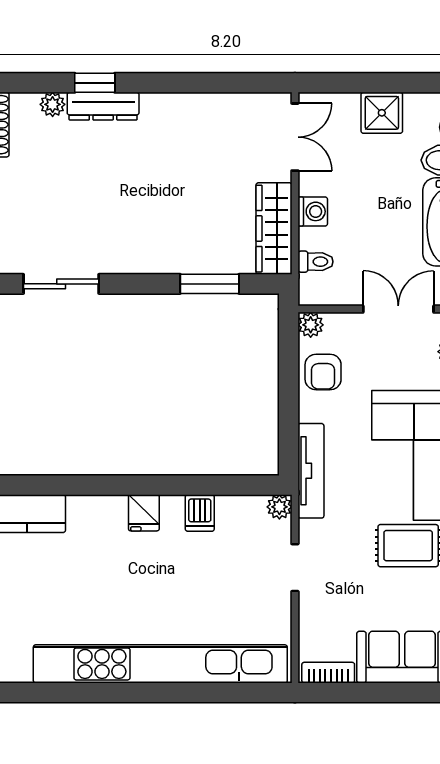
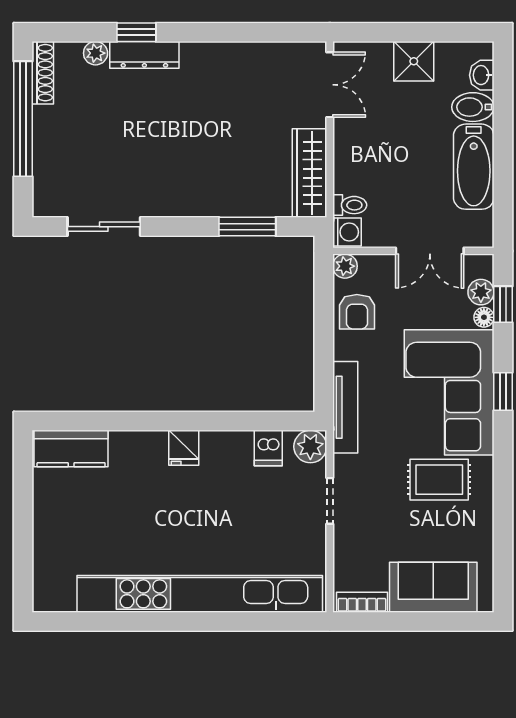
washing machine: (313, 211) -> (347, 232), moved
double door: (398, 309) -> (430, 251), swing flipped
plant: (279, 507) -> (310, 447), width x1.38, depth x1.38
dishwasher: (200, 513) -> (268, 448), moved

